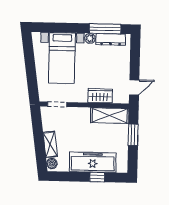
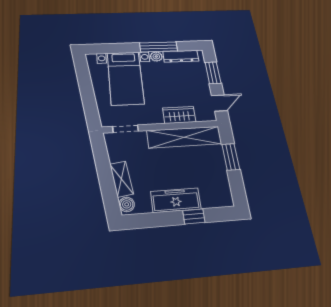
window: (105, 29) -> (159, 47), moved
window: (135, 58) -> (213, 73), added
shelving: (110, 116) -> (184, 137), width x1.47
freezer: (93, 162) -> (176, 200), width x0.73, depth x0.79

